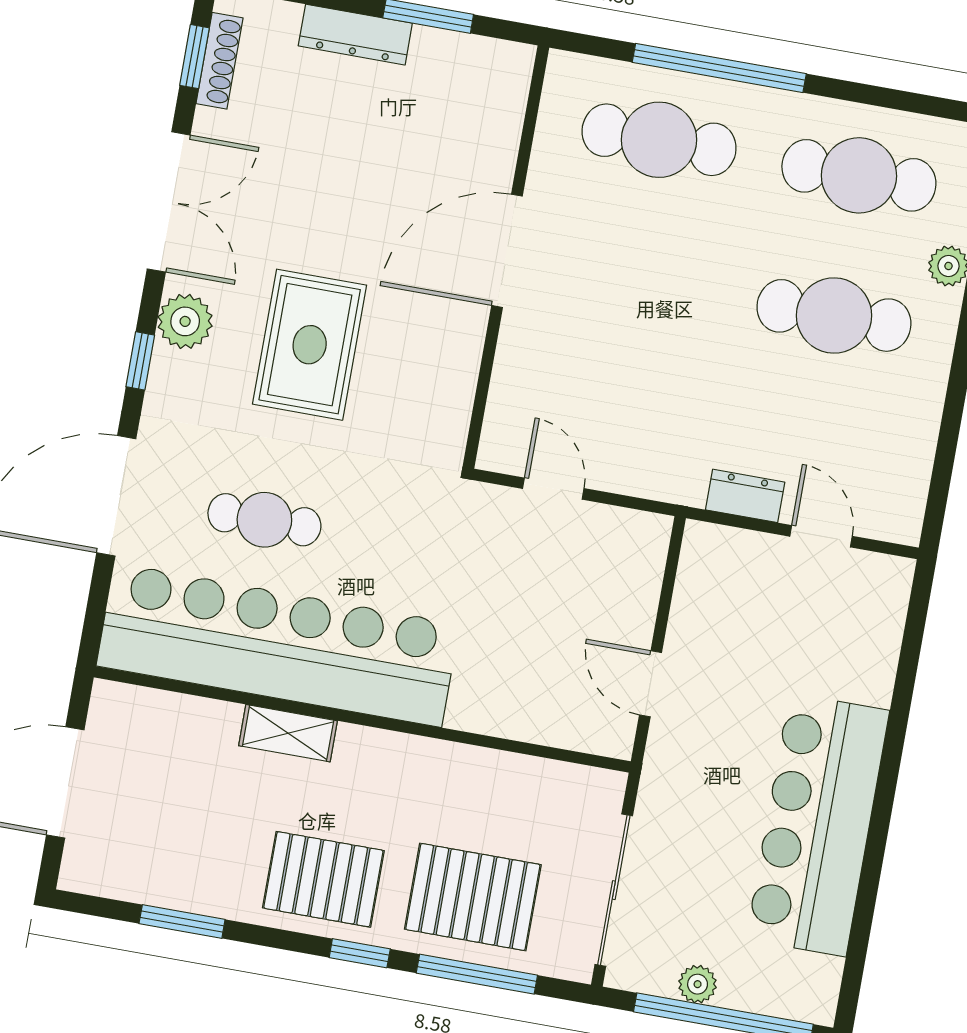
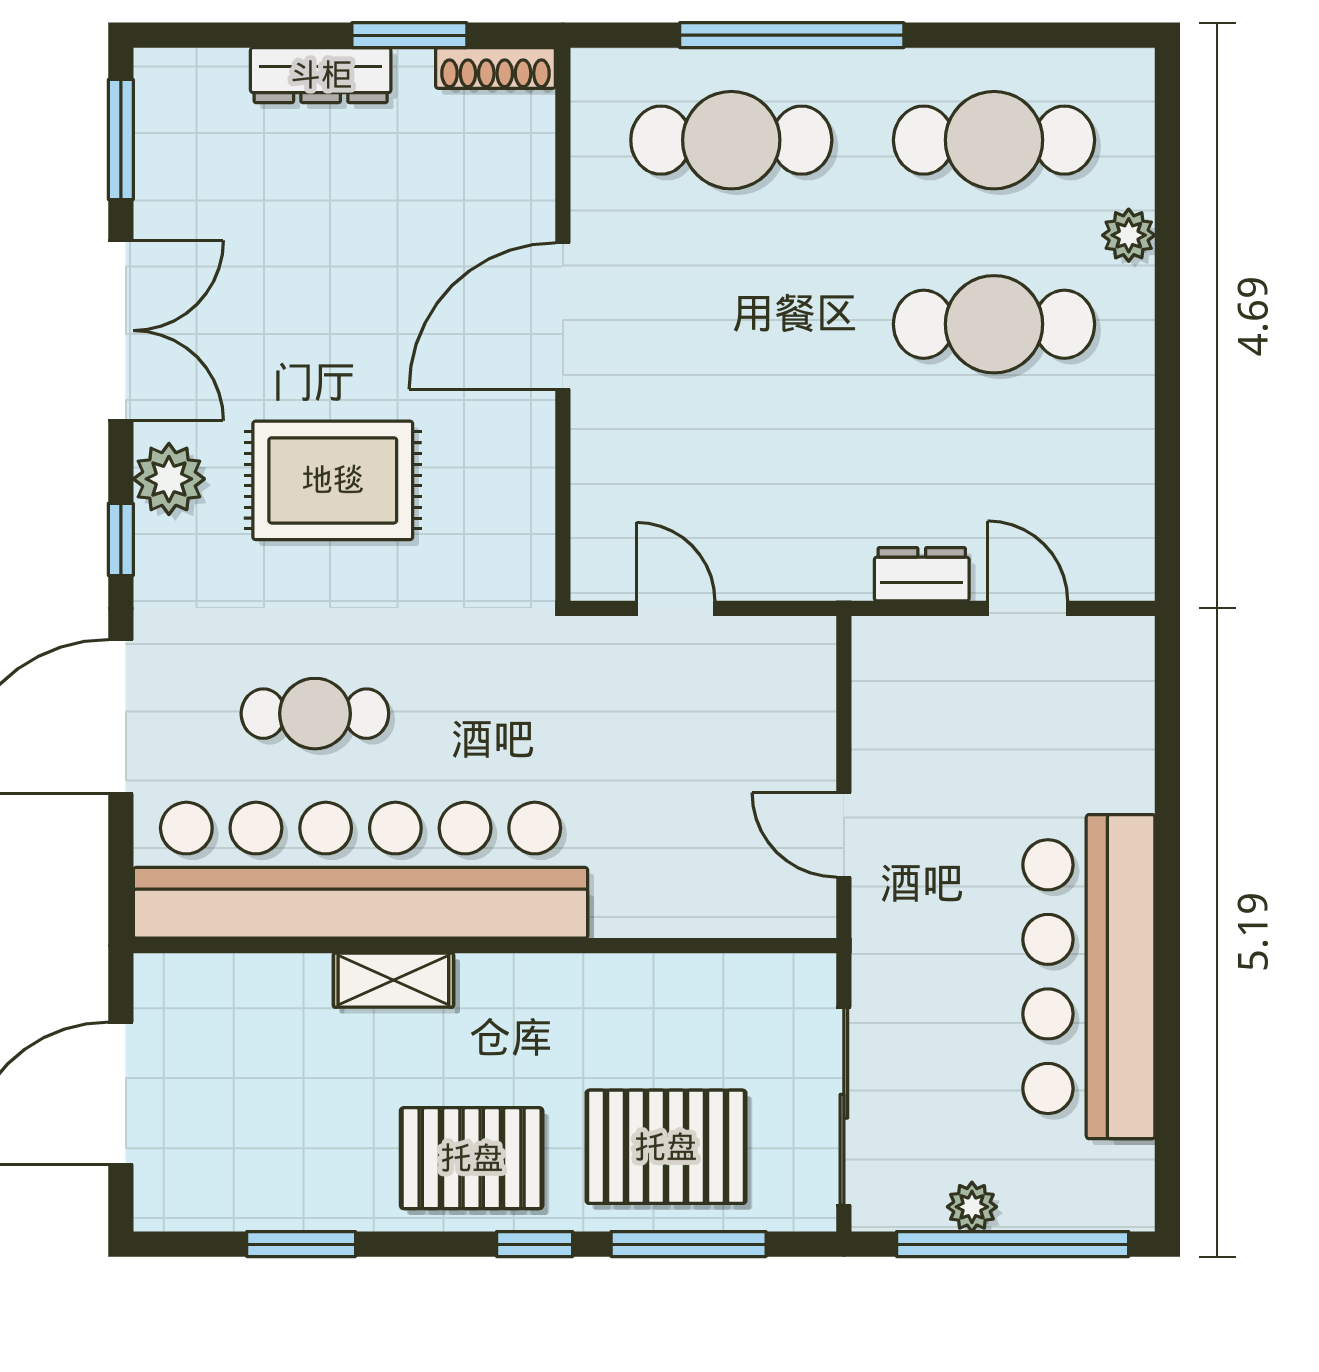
window: (195, 57) -> (121, 139), width x1.50
shoe rack: (220, 61) -> (495, 68), moved, turned 90
rug: (310, 345) -> (333, 480), turned 90

